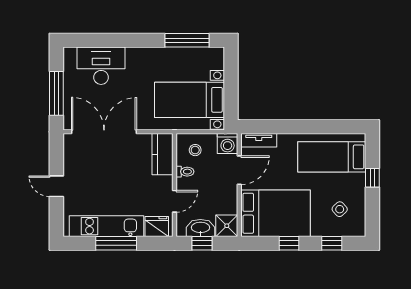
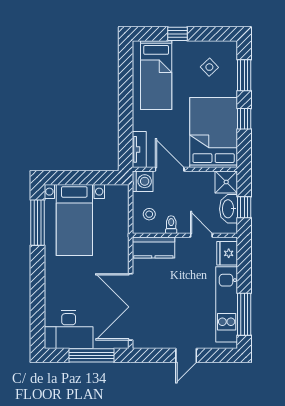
desk: (101, 66) -> (69, 330), moved, turned -90
bed with nightstands: (189, 100) -> (74, 220), moved
window: (116, 243) -> (244, 314), moved
window: (332, 243) -> (244, 75), width x1.50

